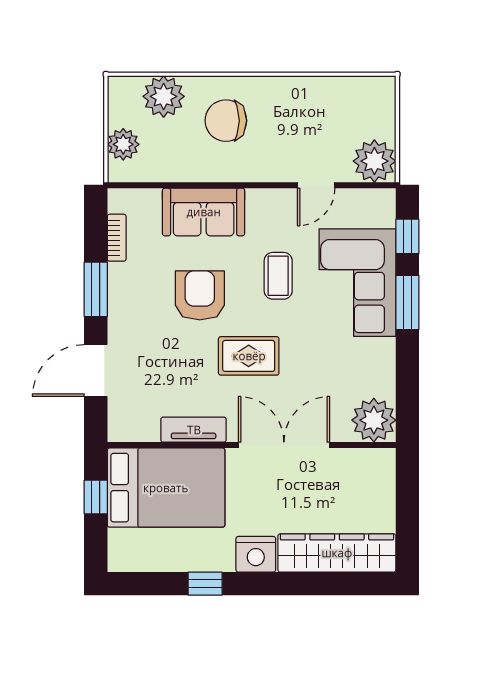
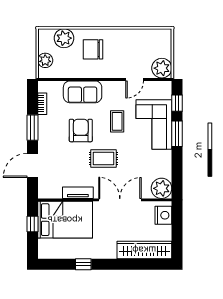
nightstand: (256, 554) -> (163, 215), moved, turned -90

